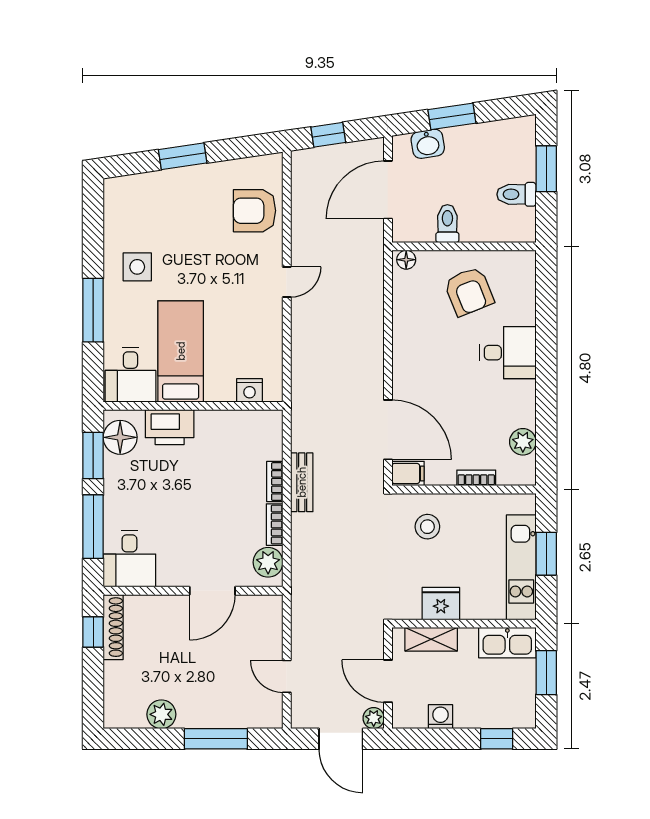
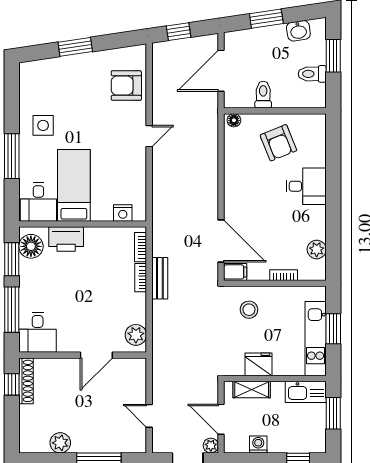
washbasin: (428, 144) -> (298, 31), moved
bookcase: (275, 525) -> (141, 247), moved

